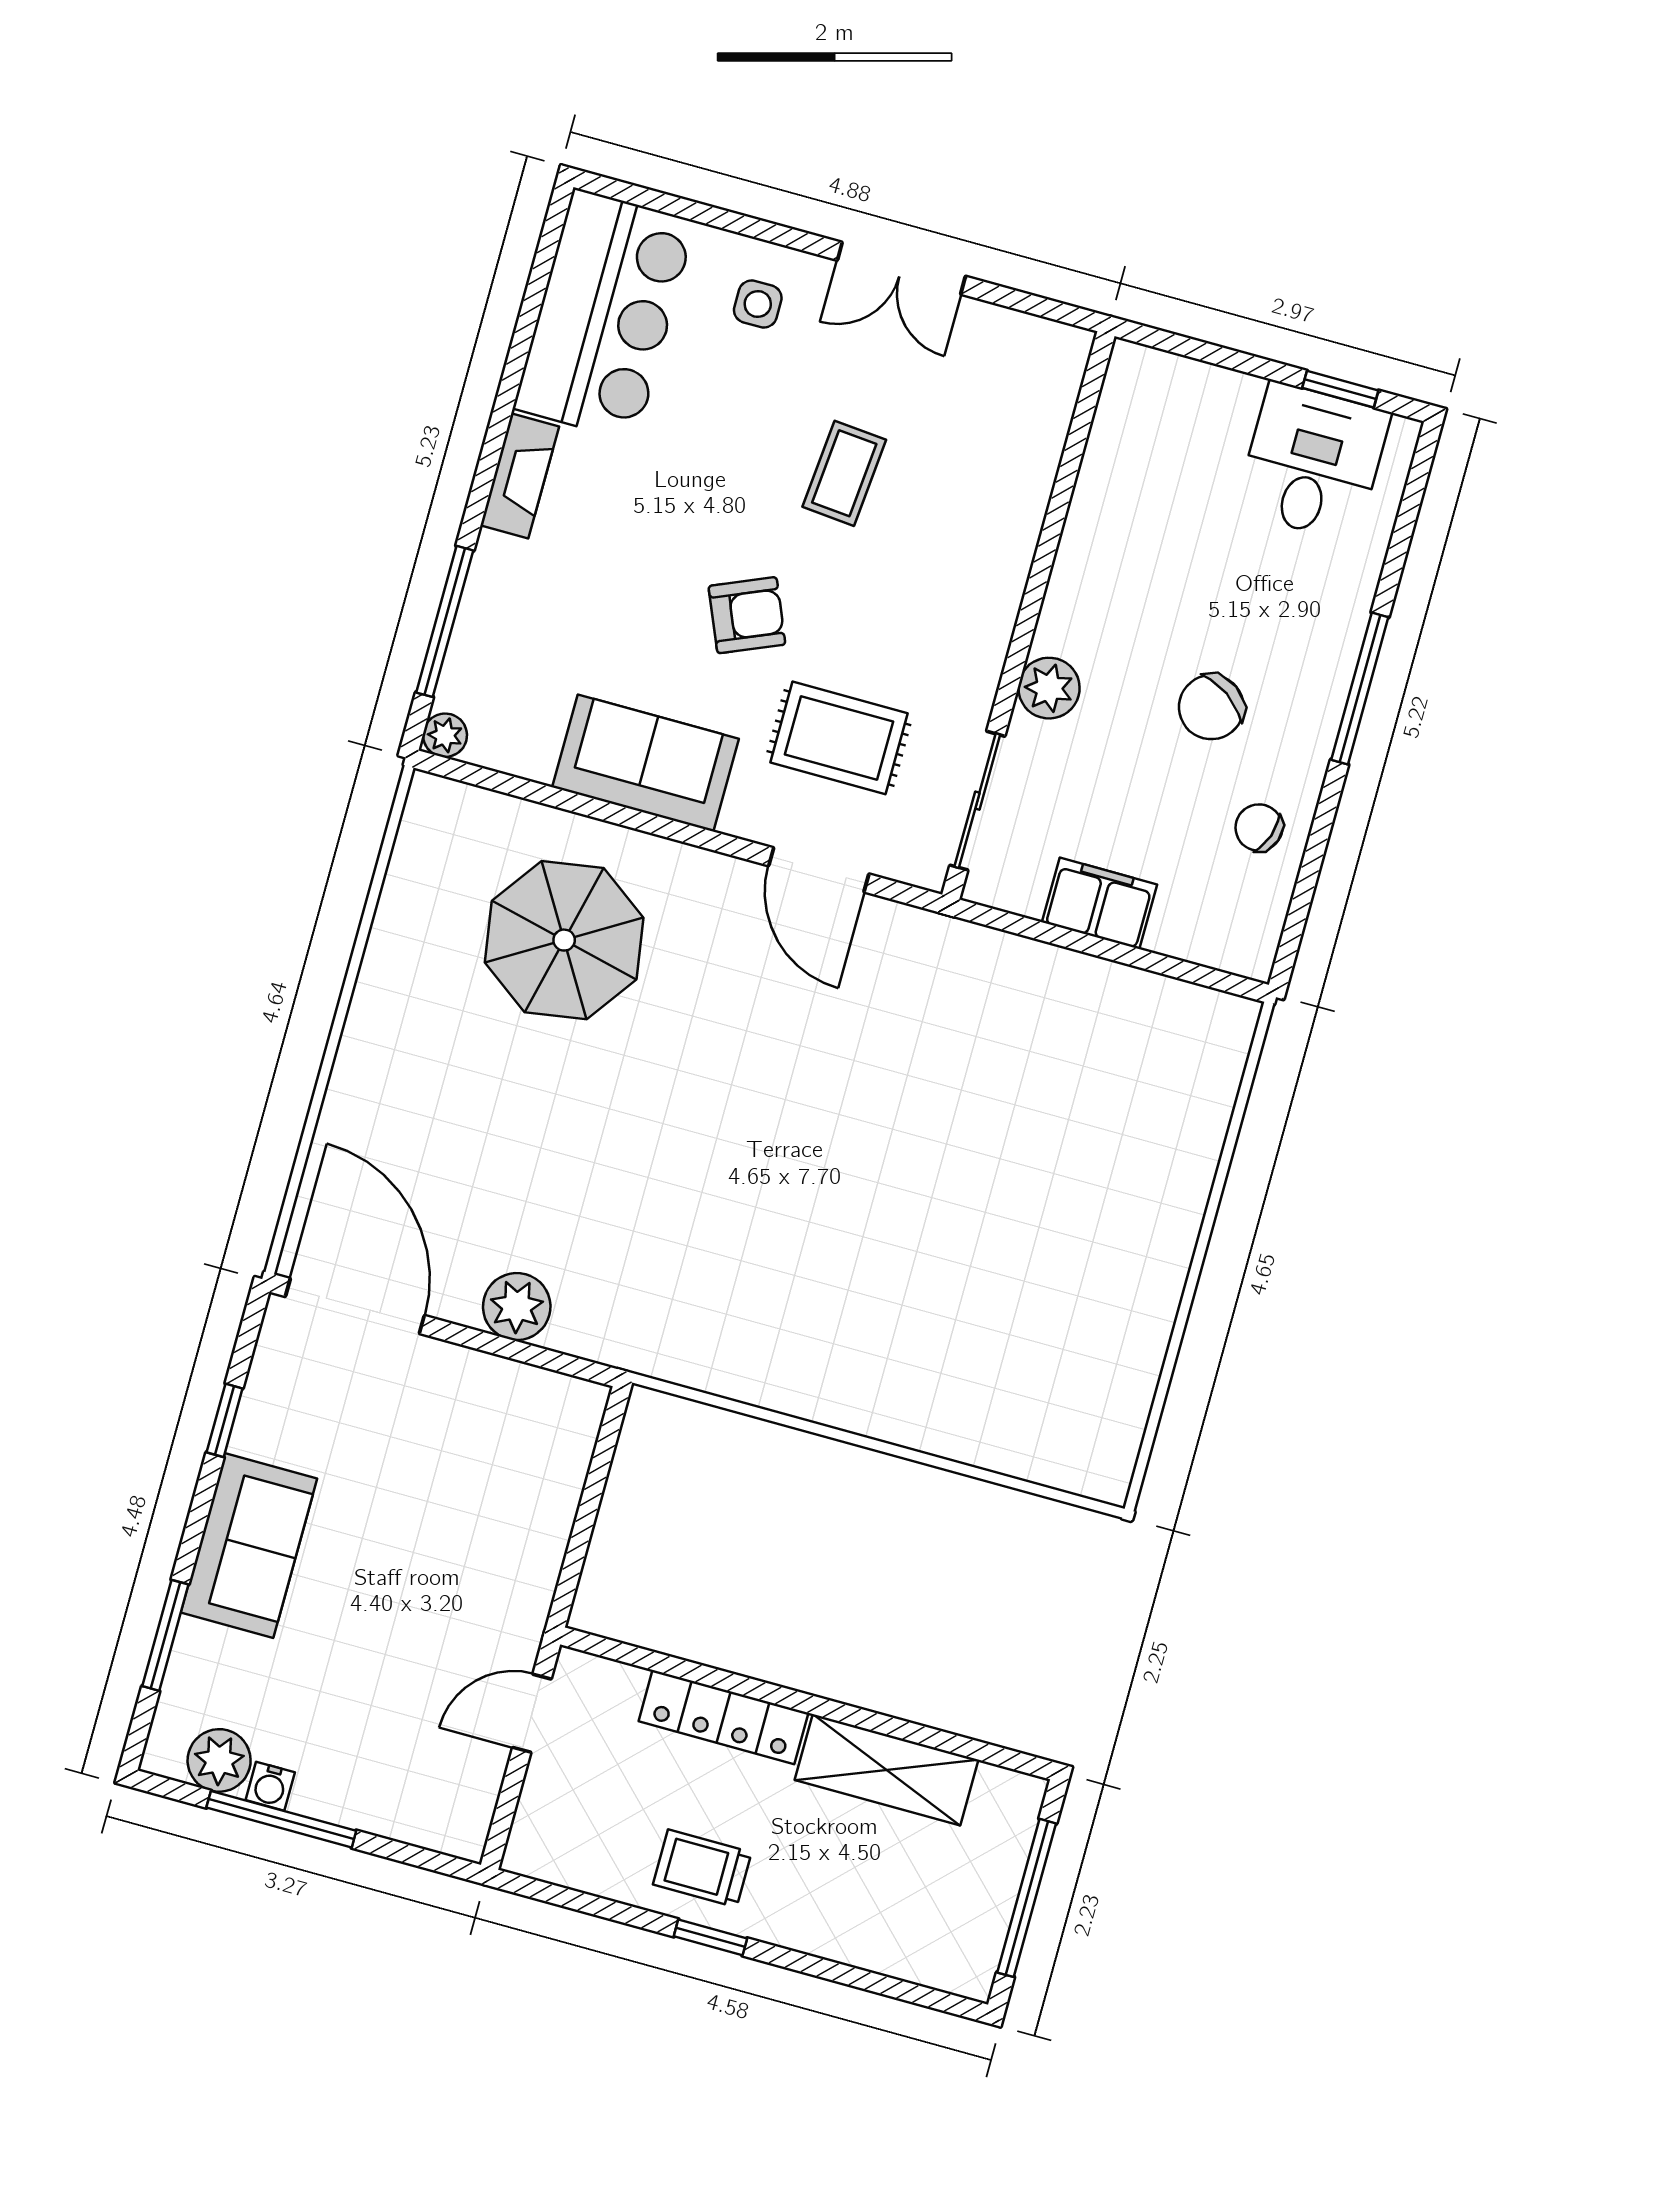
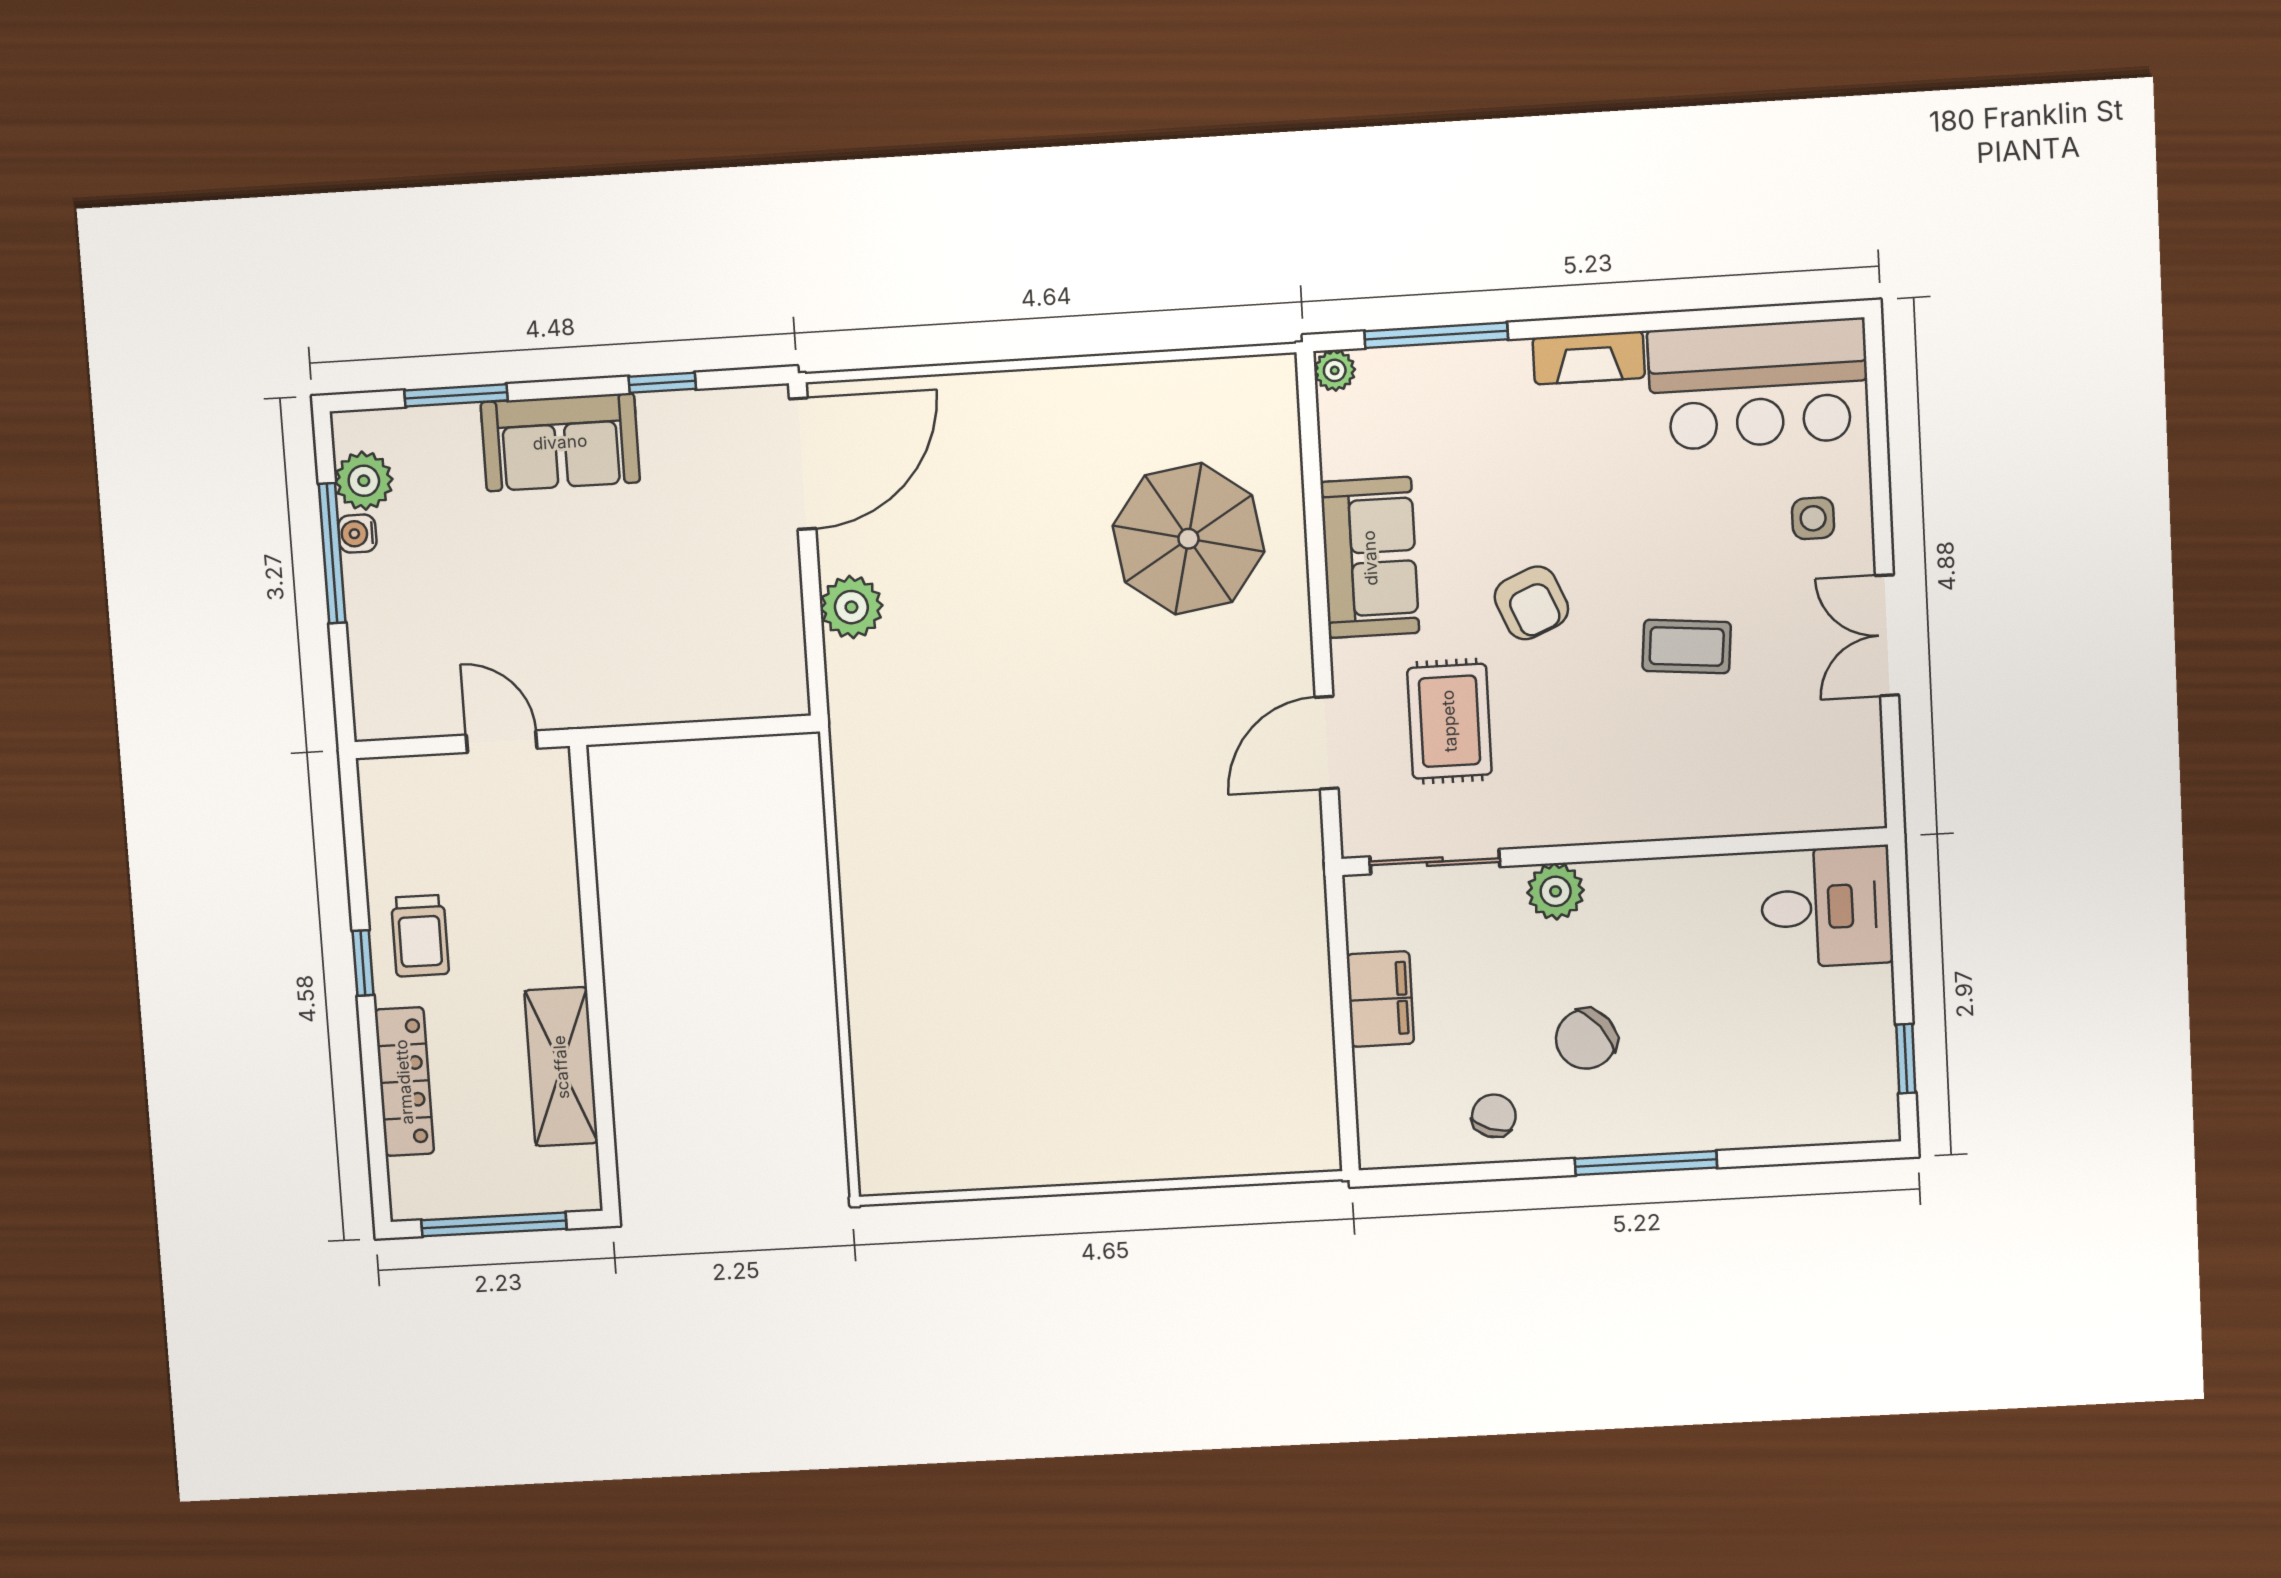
desk: (1313, 462) -> (1826, 907), moved
chair: (1211, 707) -> (1586, 1039), turned -74
locker: (723, 1717) -> (404, 1082), moved, turned 180
trolley: (702, 1868) -> (420, 936), turned 180

